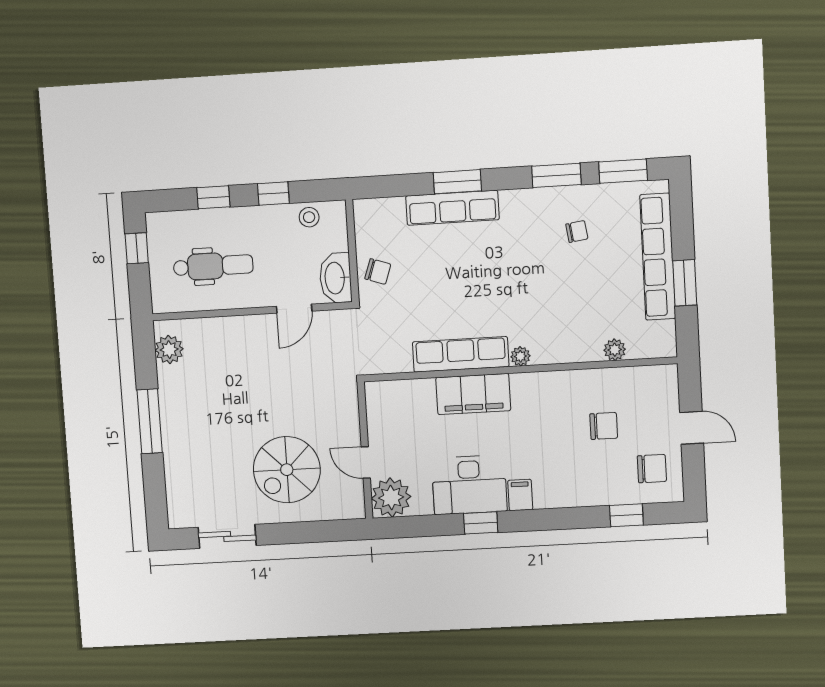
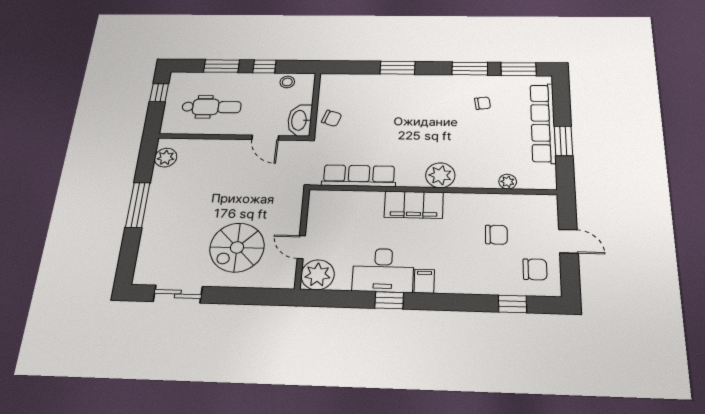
window: (213, 197) -> (221, 66), width x1.50
row of seats: (452, 208) -> (392, 83), removed
door: (294, 309) -> (265, 138), hinge flipped
row of seats: (461, 354) -> (359, 176), moved
plant: (520, 356) -> (440, 175), width x1.88, depth x1.88
filing cabinet: (473, 394) -> (414, 205), moved

